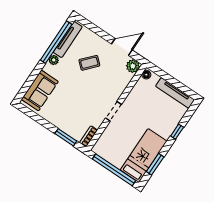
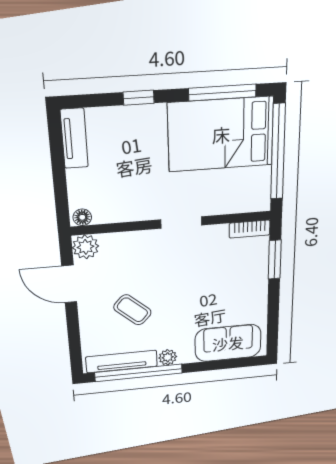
tv unit: (175, 93) -> (74, 138), width x0.71
bed: (144, 156) -> (221, 134), width x1.50
window: (155, 164) -> (222, 92), width x1.44

